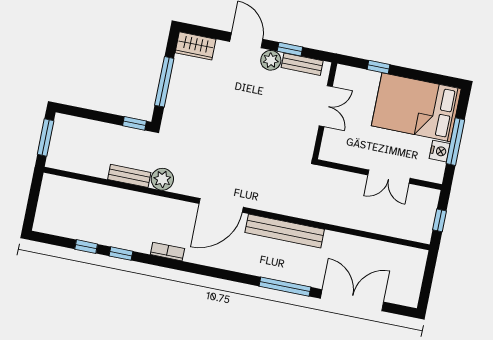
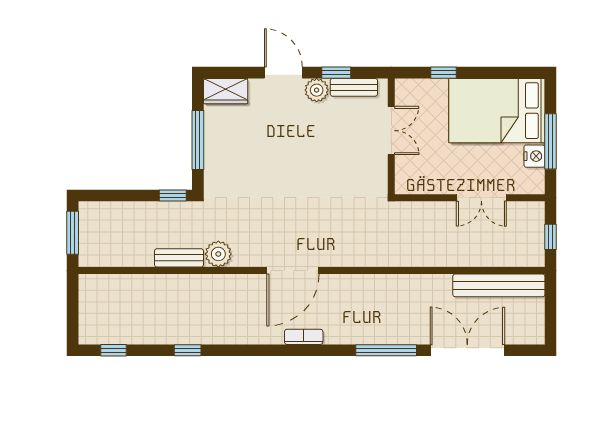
bench: (285, 231) -> (499, 285), moved
window: (86, 247) -> (114, 350), moved
bookcase: (167, 252) -> (304, 337), moved

